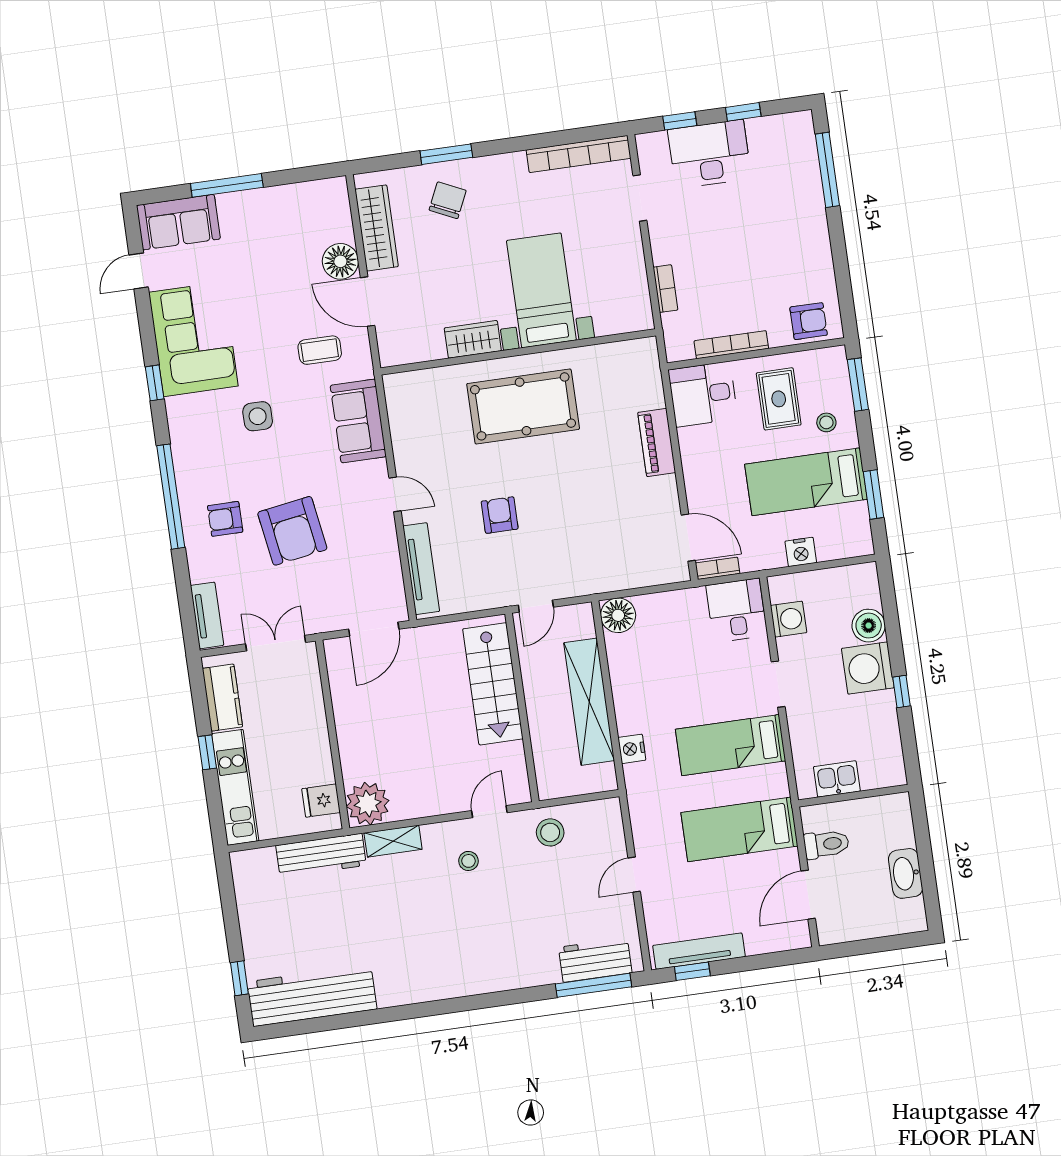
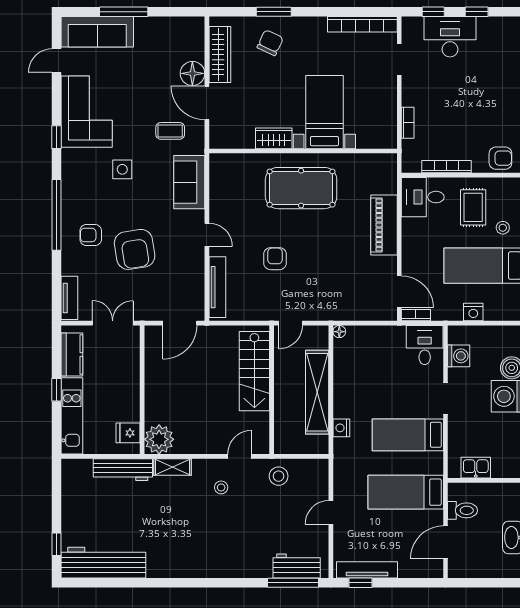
sofa: (178, 222) -> (97, 32), width x1.36
piano: (657, 442) -> (384, 225), width x1.37, depth x1.33
floor lamp: (618, 615) -> (339, 332), width x0.53, depth x0.53

